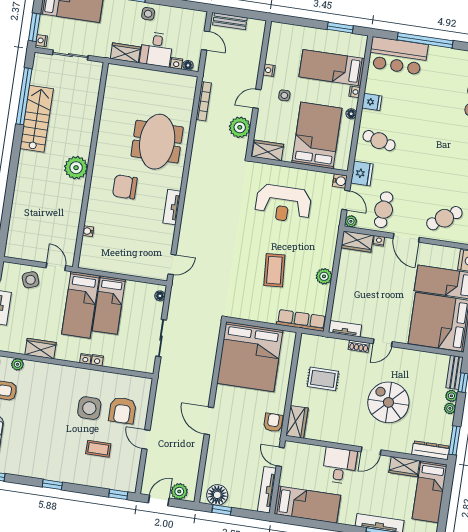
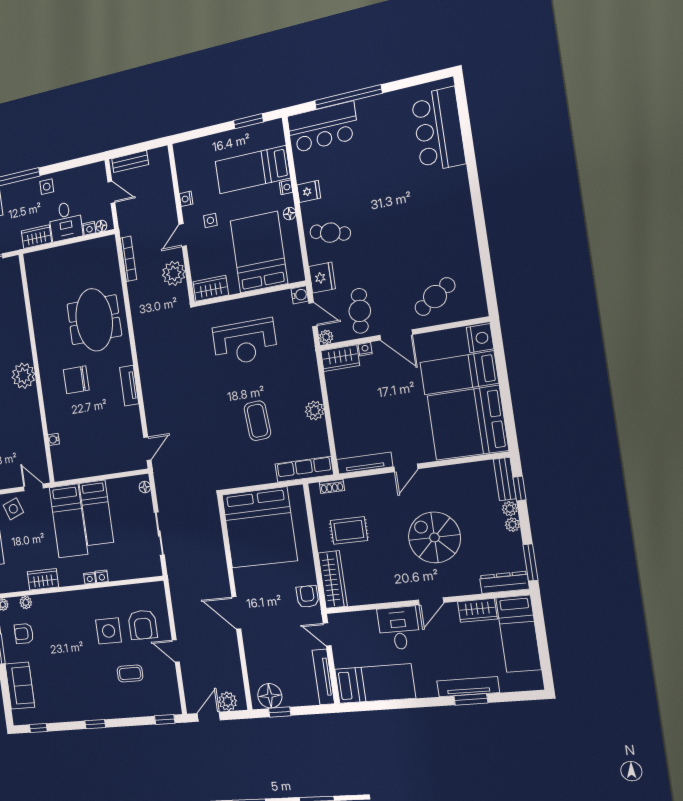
tv unit: (345, 329) -> (365, 463), width x1.41
shoe rack: (359, 346) -> (332, 486), moved
wardrobe: (297, 422) -> (333, 580), width x1.50

